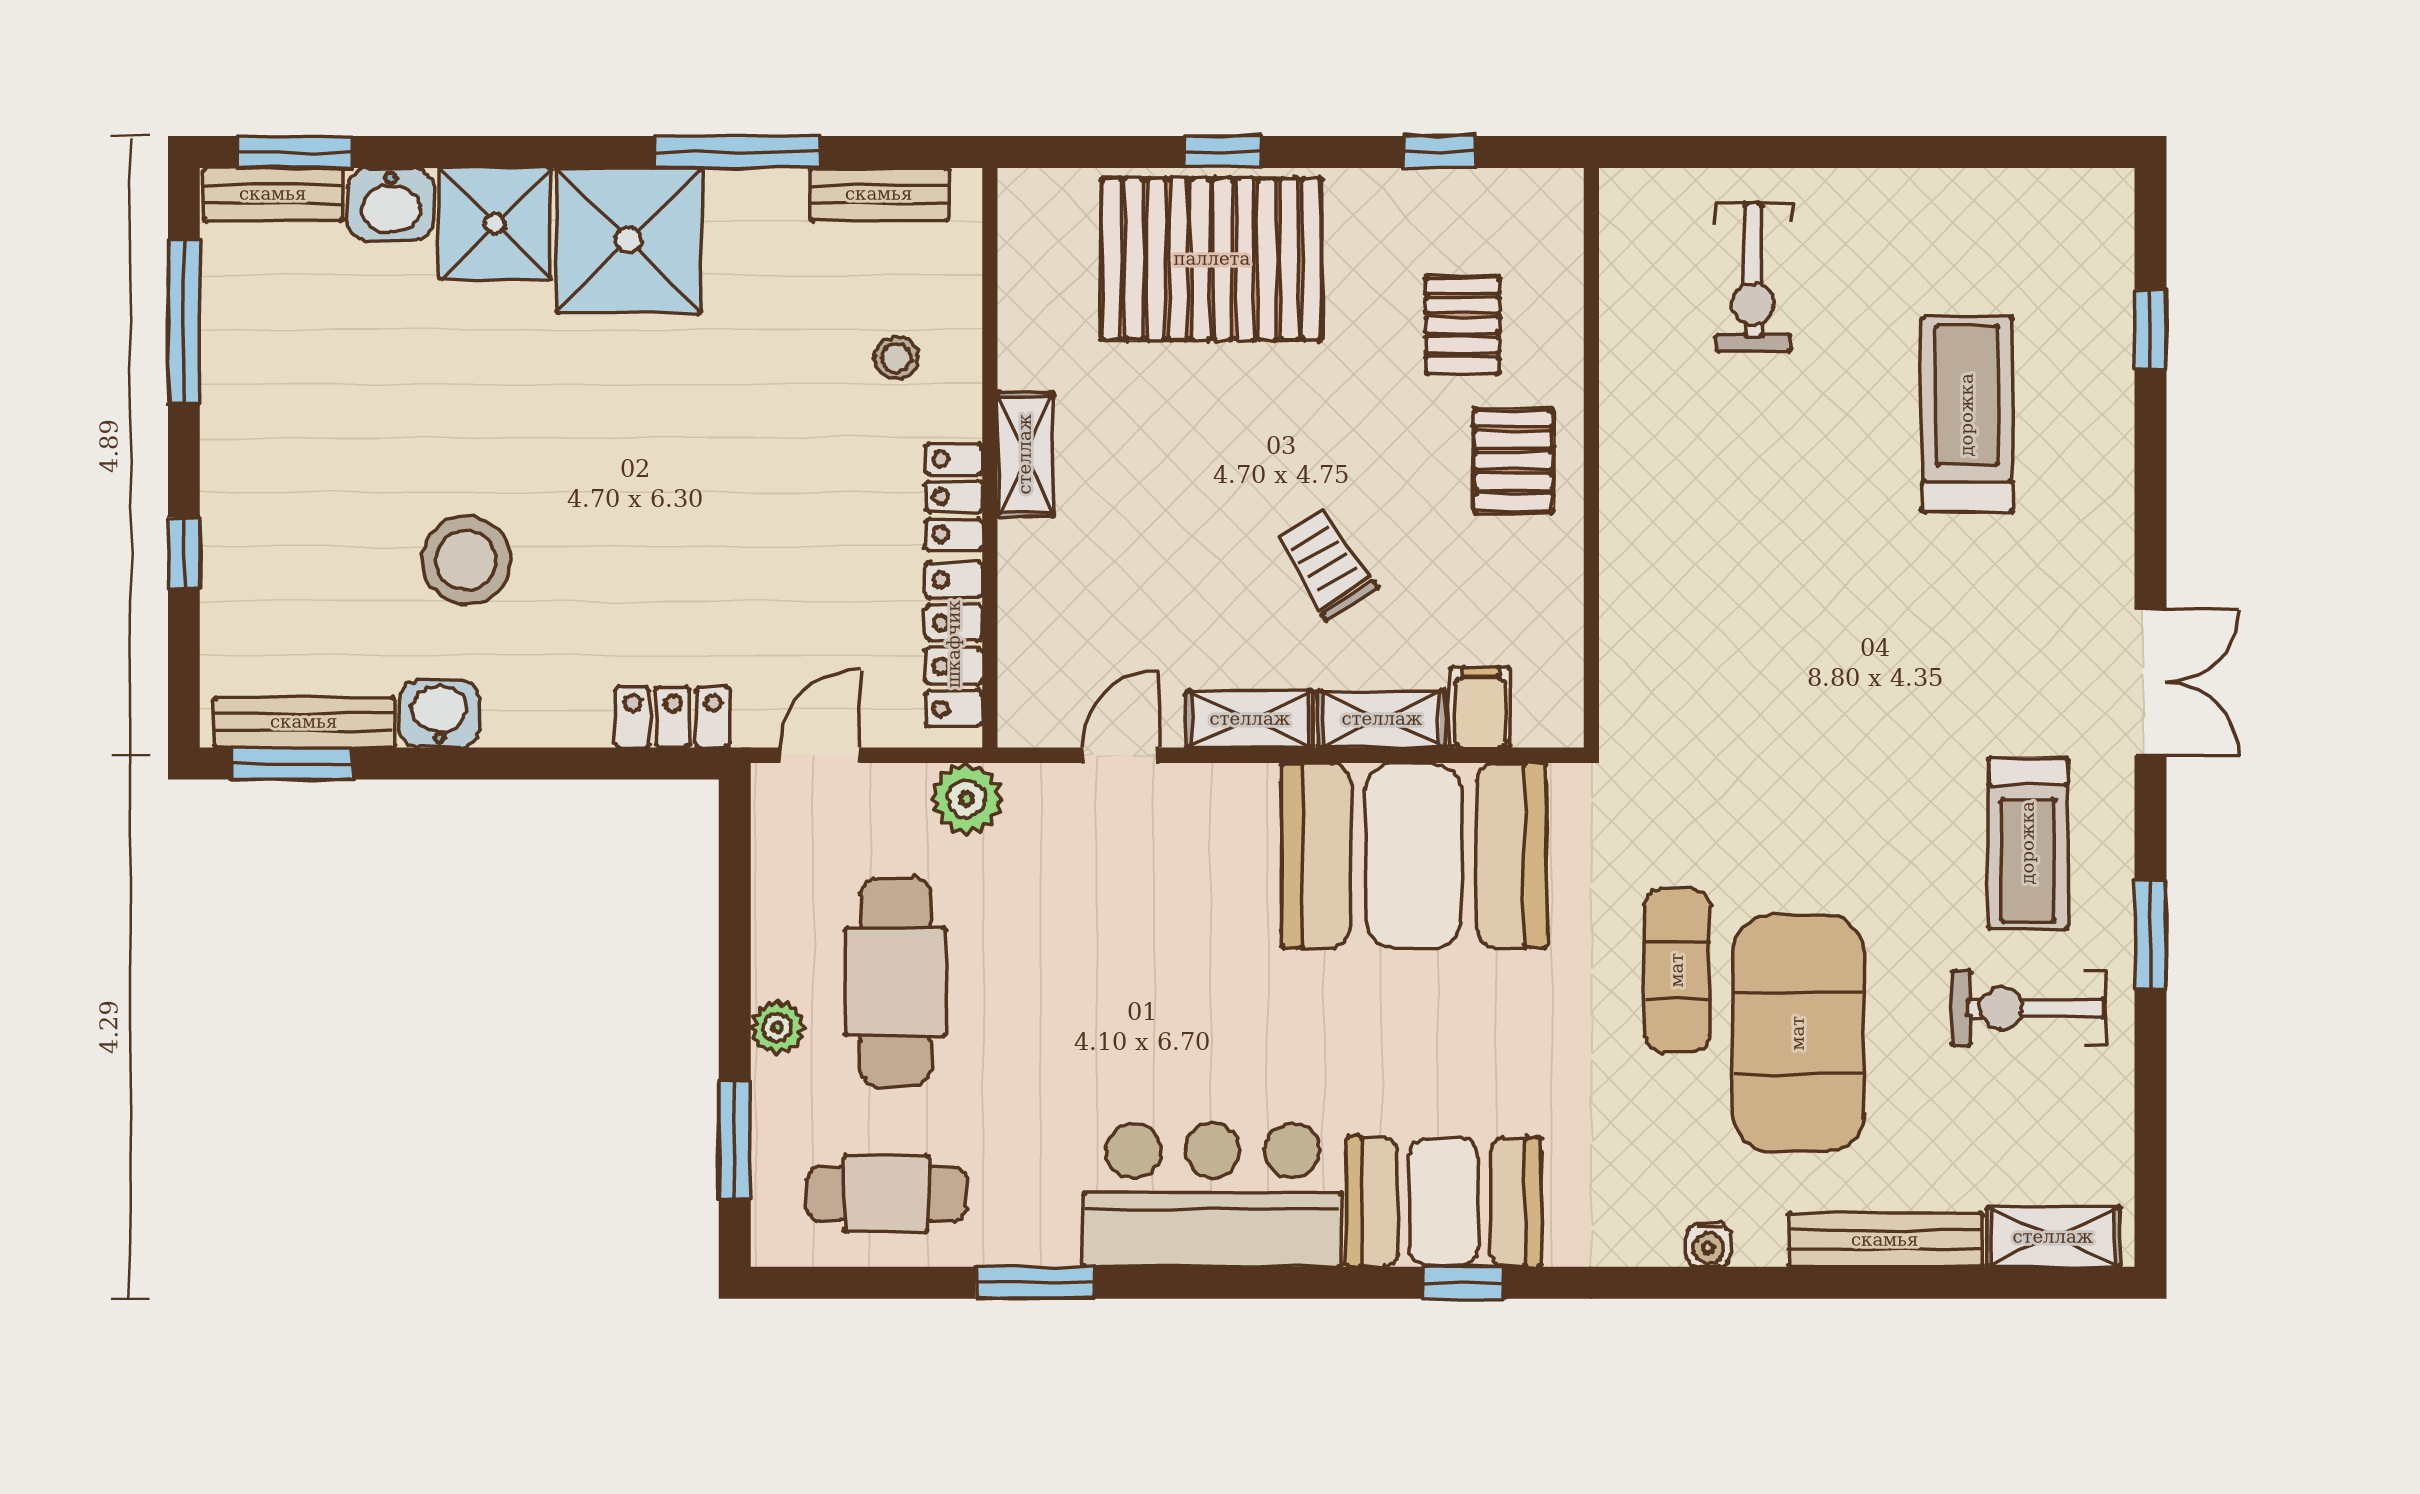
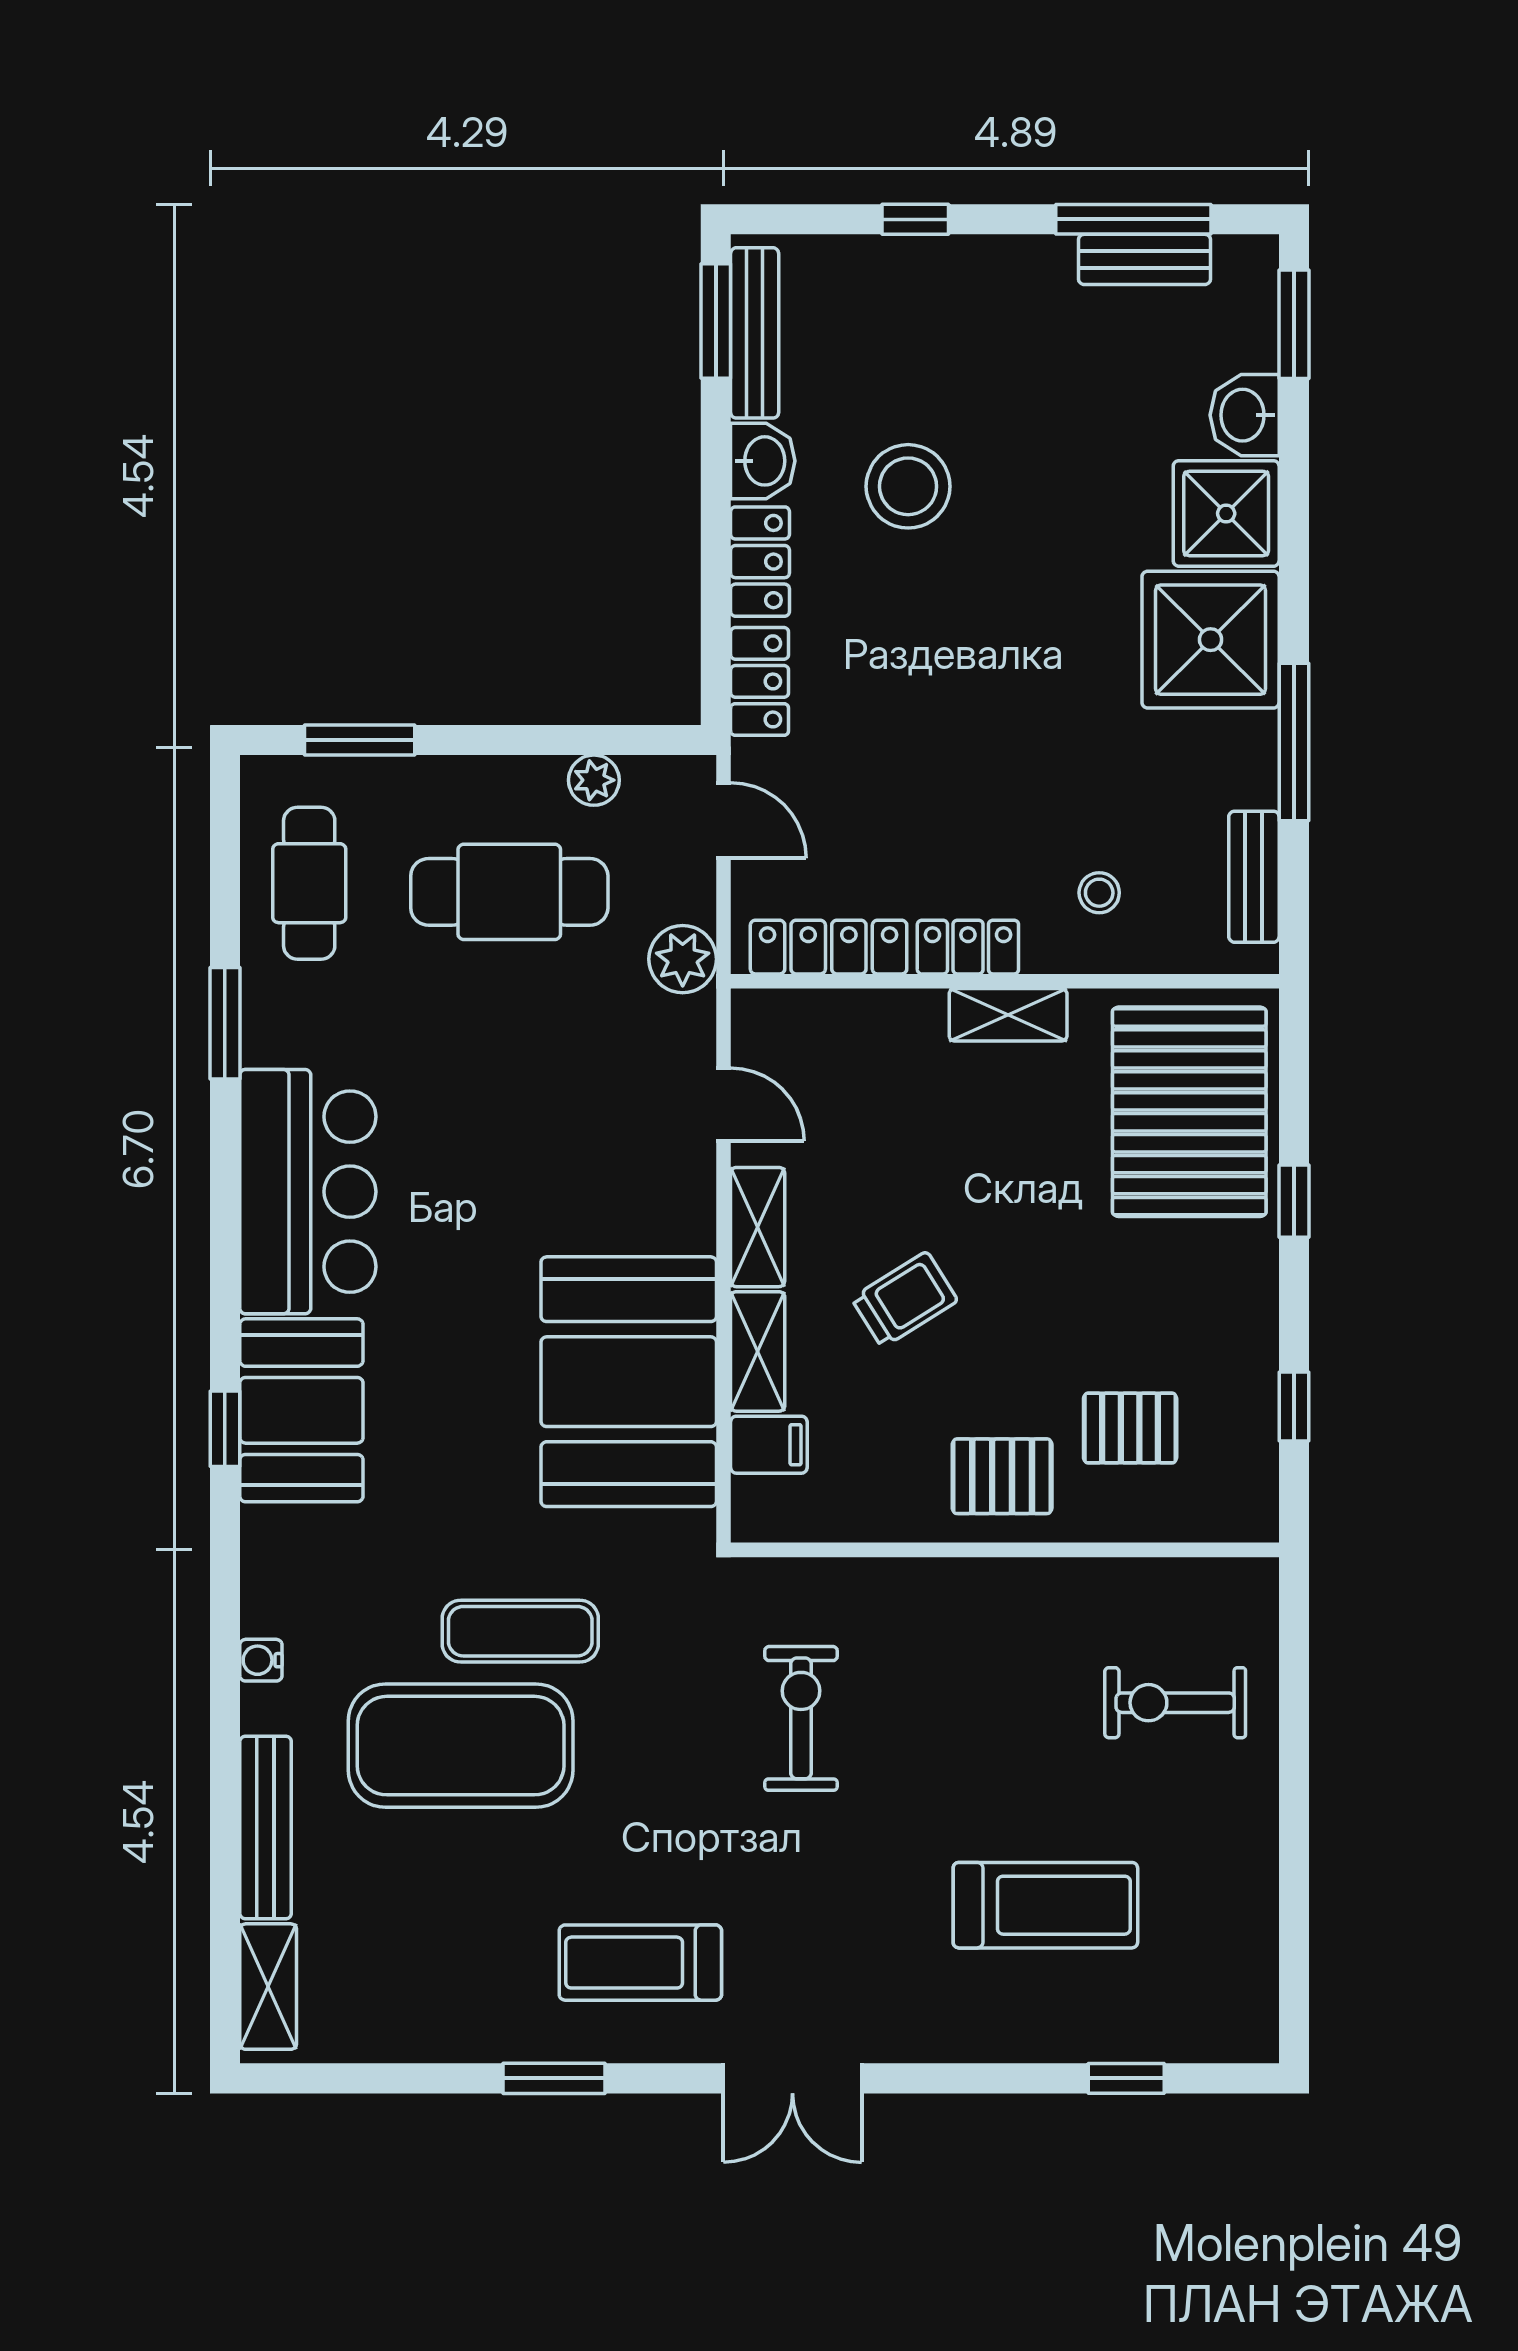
bench: (273, 194) -> (1145, 259), moved, turned 90
pallet: (1212, 259) -> (1189, 1112), moved
locker: (546, 717) -> (760, 562), added
exercise bike: (2029, 1008) -> (801, 1718), moved
plant: (777, 1027) -> (594, 780), moved

